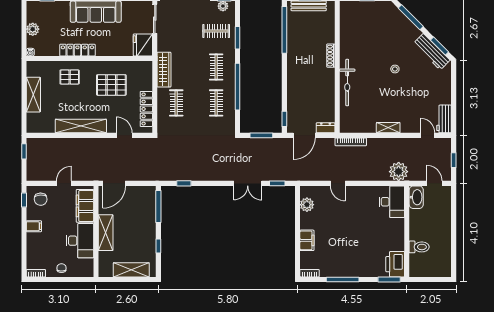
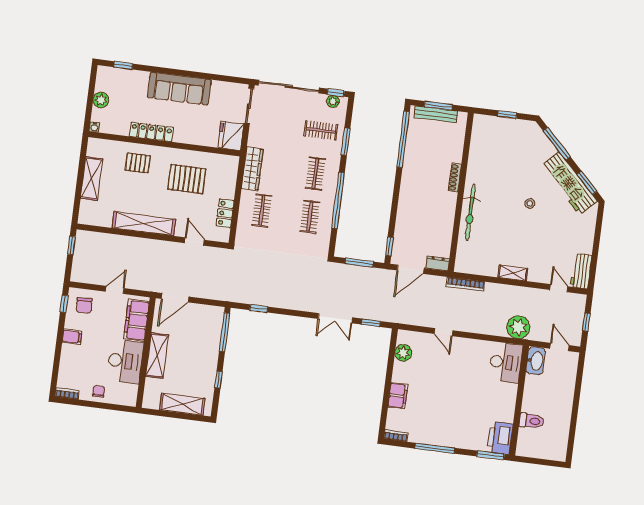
workbench: (432, 52) -> (569, 183), width x1.36, depth x1.32
locker: (146, 109) -> (225, 213), width x0.66

